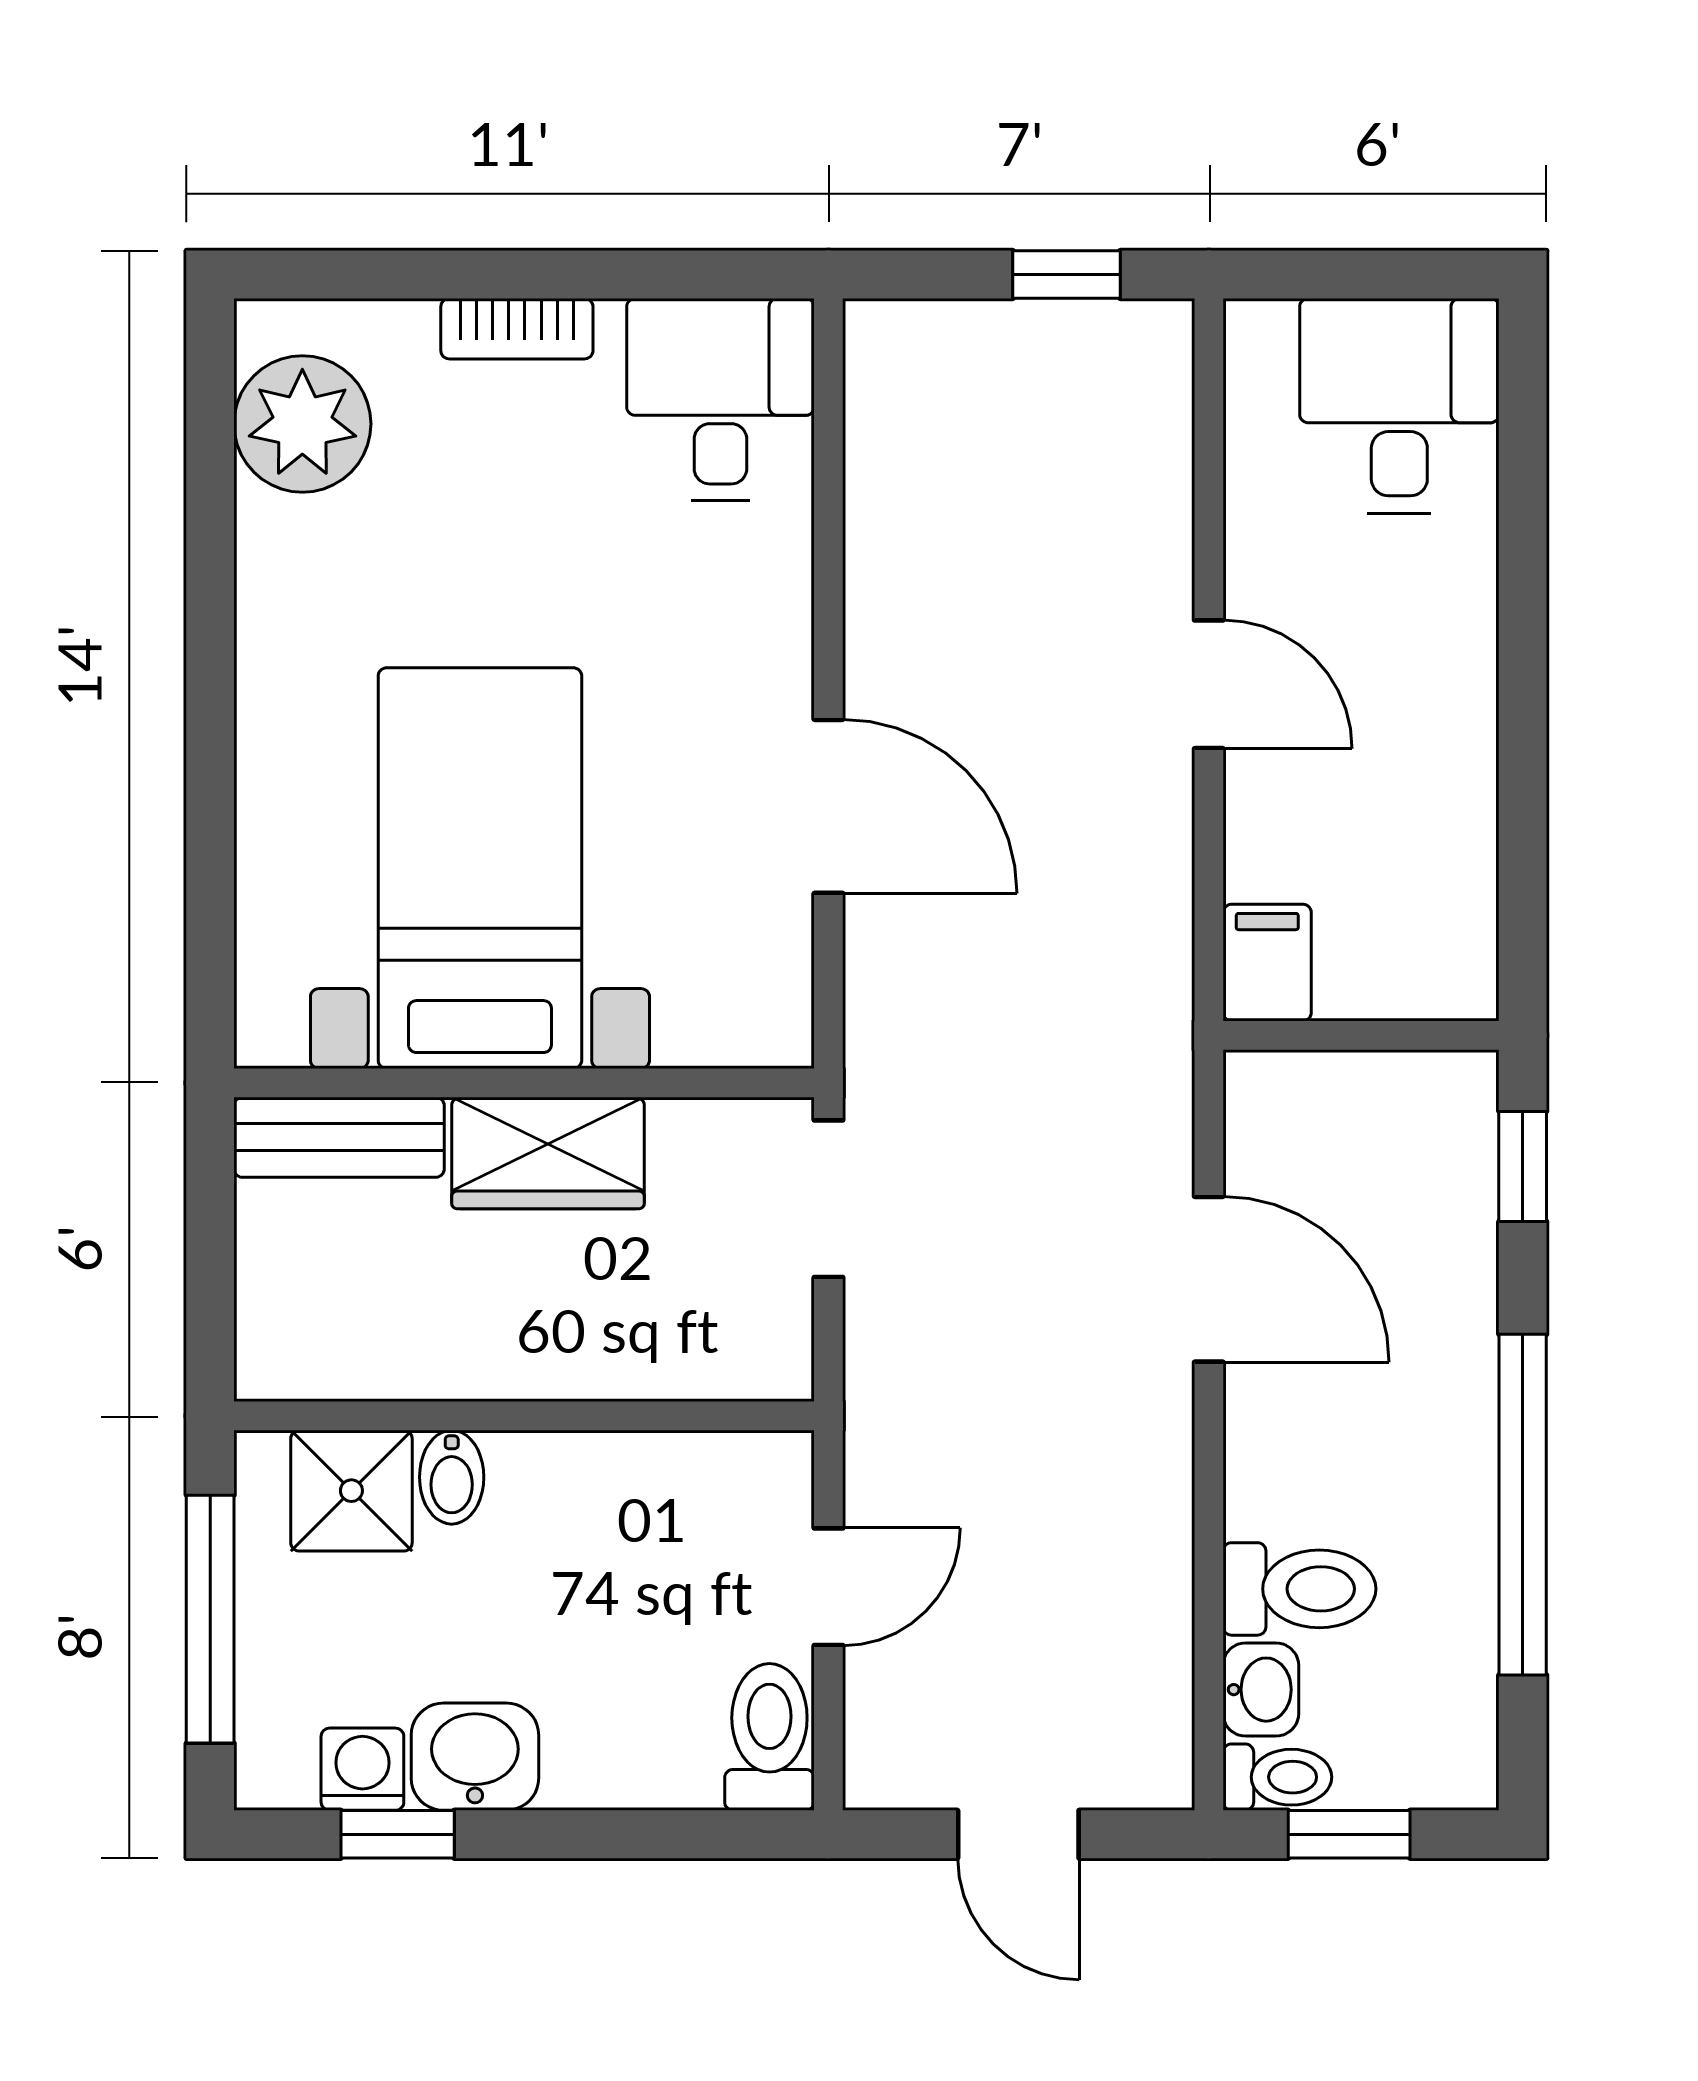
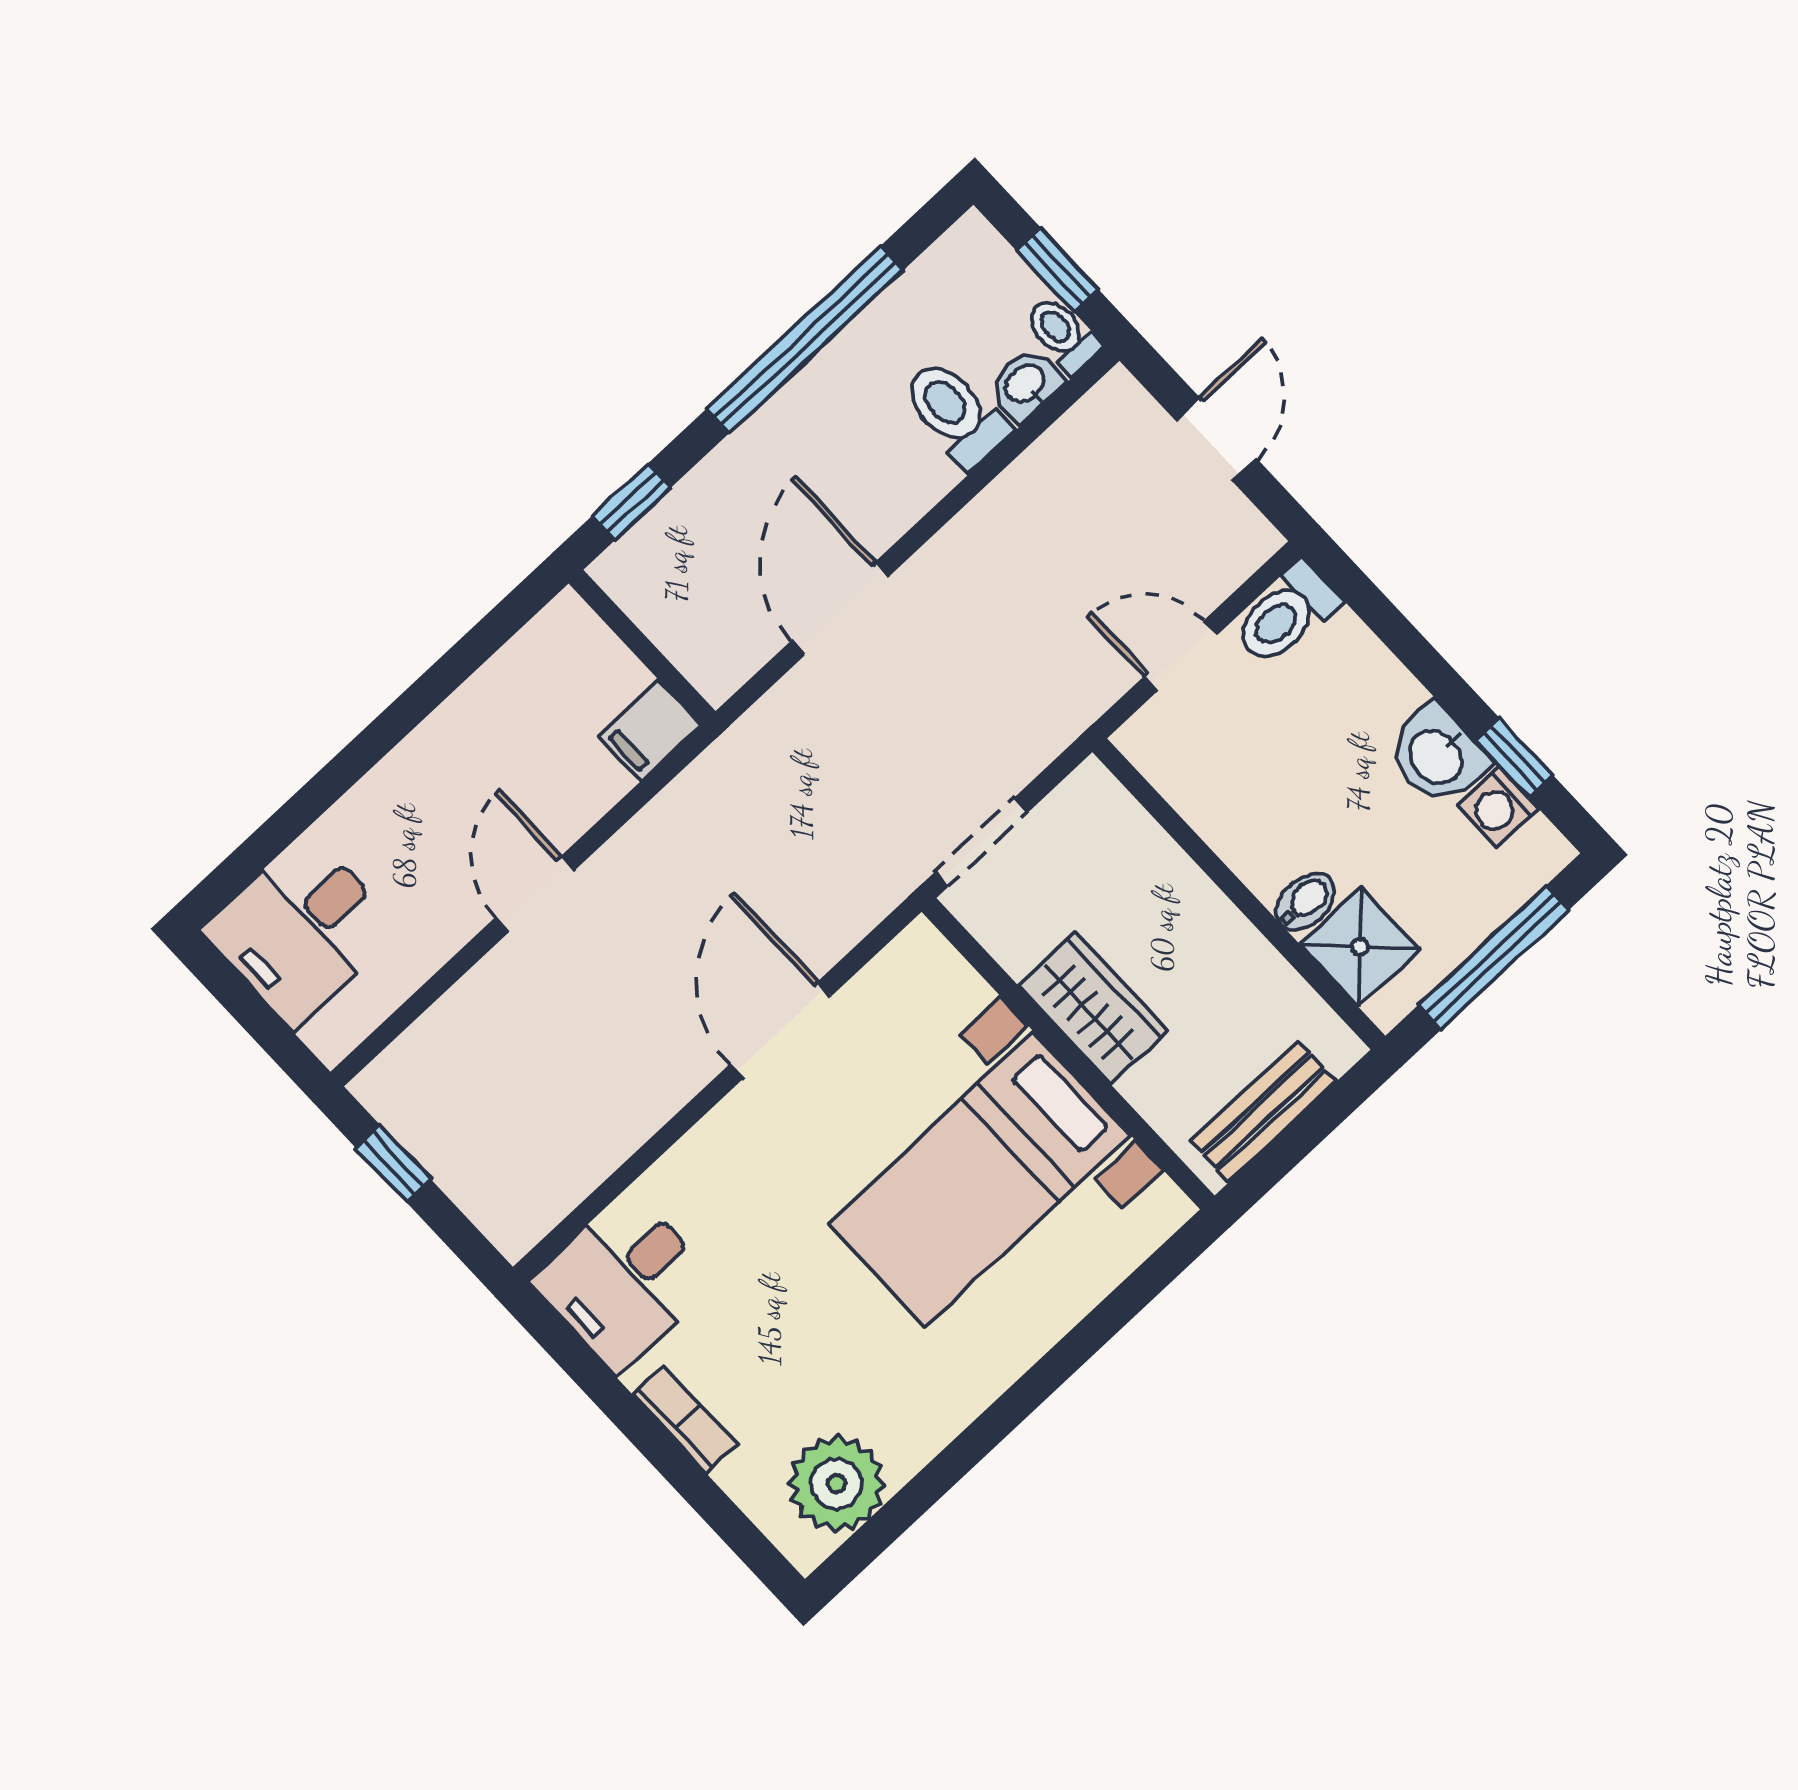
bench: (339, 1137) -> (1264, 1111), moved, turned 90

